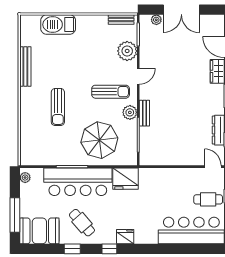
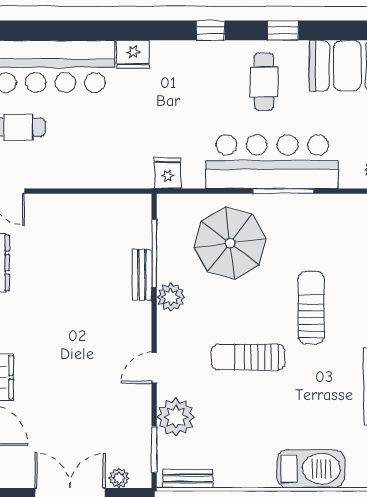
sun lounger: (111, 92) -> (248, 357), moved
bench: (144, 113) -> (142, 275), moved
fridge: (125, 179) -> (168, 173), width x0.53, depth x0.75
cafe table: (82, 223) -> (264, 82), turned 41
fridge: (125, 237) -> (133, 54), moved

